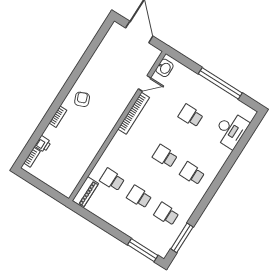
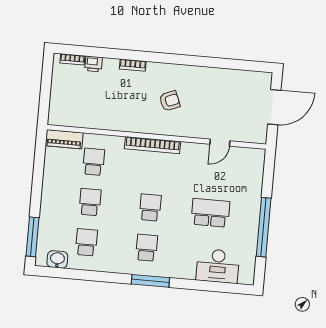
washbasin: (165, 68) -> (57, 259), moved, turned 180
door: (145, 83) -> (220, 143), hinge flipped
armchair: (82, 99) -> (170, 101), moved
bookcase: (134, 113) -> (152, 145), moved
school desk: (191, 116) -> (210, 213), width x1.85
window: (182, 238) -> (150, 281), moved

